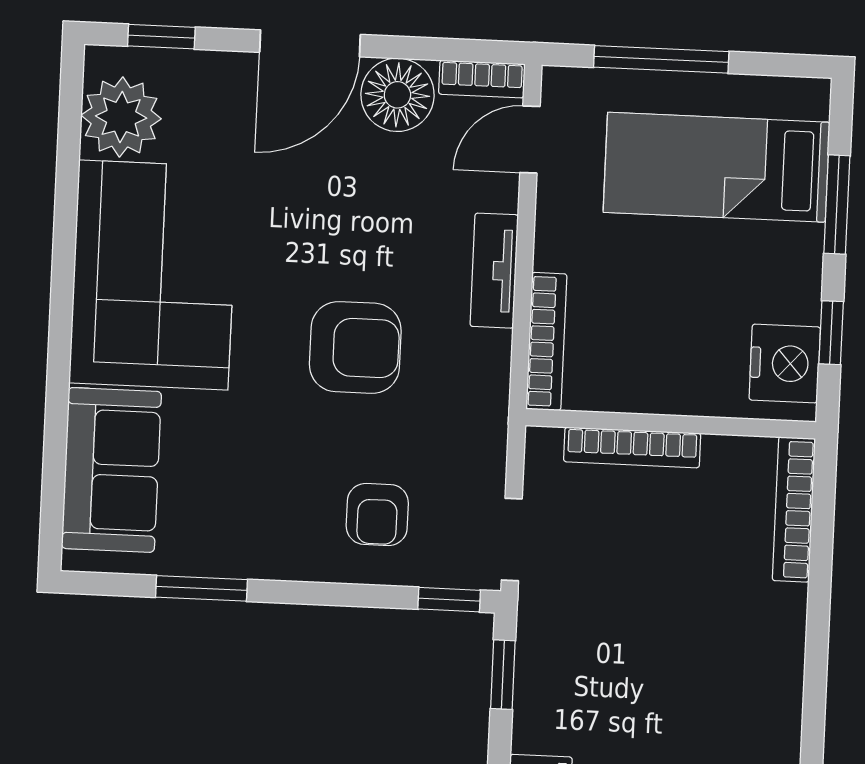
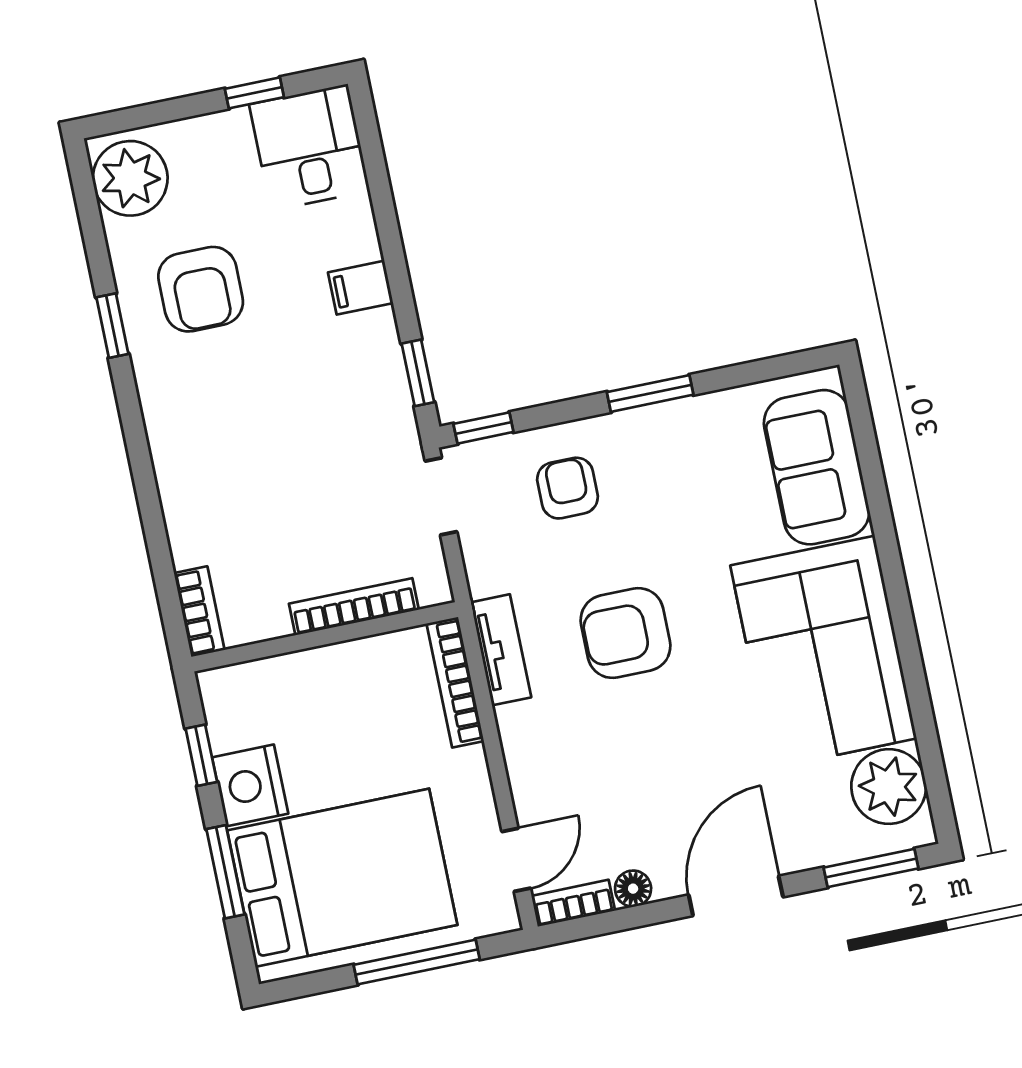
window: (161, 37) -> (871, 868), width x1.50
floor lamp: (397, 95) -> (633, 889), width x0.53, depth x0.53
bed: (716, 167) -> (342, 878), width x1.50
tv unit: (494, 271) -> (501, 650), moved
nightstand: (785, 363) -> (250, 785), moved
bookcase: (794, 509) -> (199, 611), width x0.64
window: (201, 588) -> (650, 393), moved

